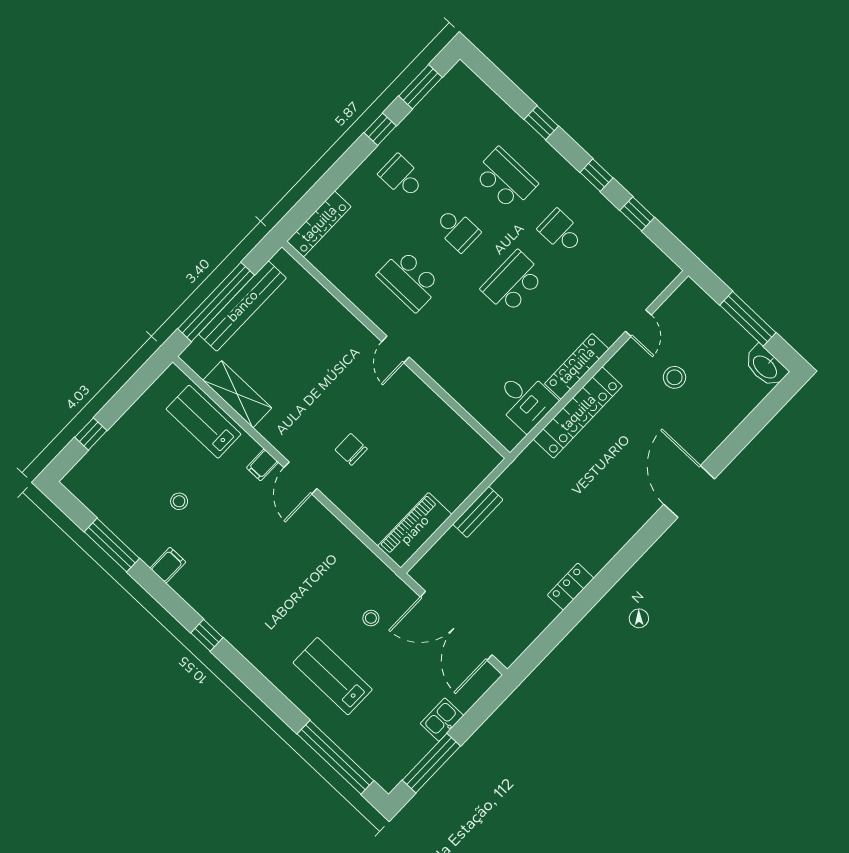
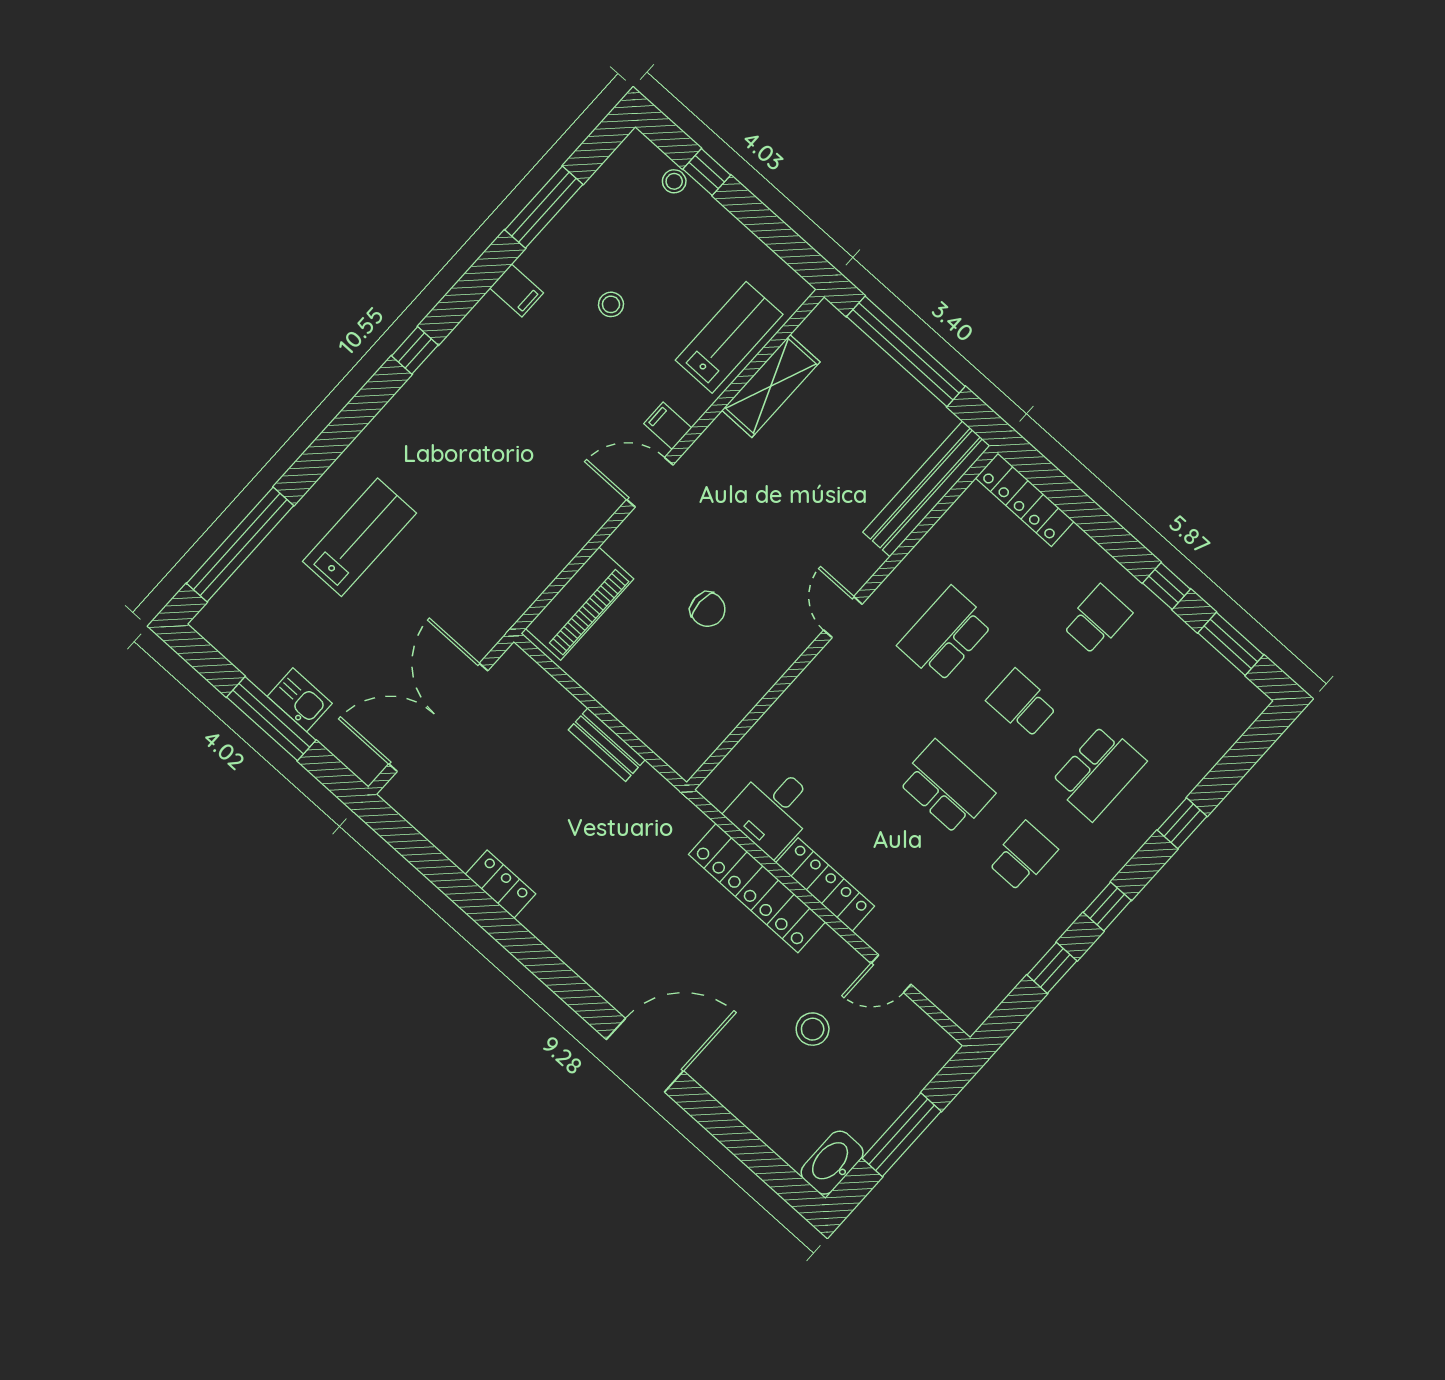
school desk: (457, 230) -> (1022, 703), turned 90
bench: (243, 306) -> (926, 489), moved, turned 90
door: (395, 349) -> (843, 617), hinge flipped
chair: (351, 449) -> (708, 609), moved, turned 90
piano: (415, 530) -> (580, 604), moved, turned 90
stool: (371, 618) -> (674, 181), moved
window: (431, 763) -> (271, 719), moved

